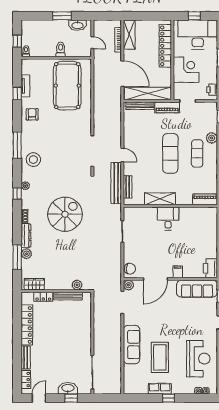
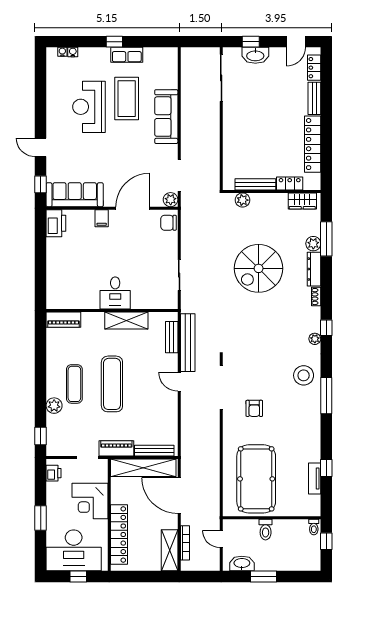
armchair: (32, 114) -> (254, 408), moved
spiral stairs: (65, 214) -> (259, 268), moved
reception desk: (198, 359) -> (89, 107), moved

